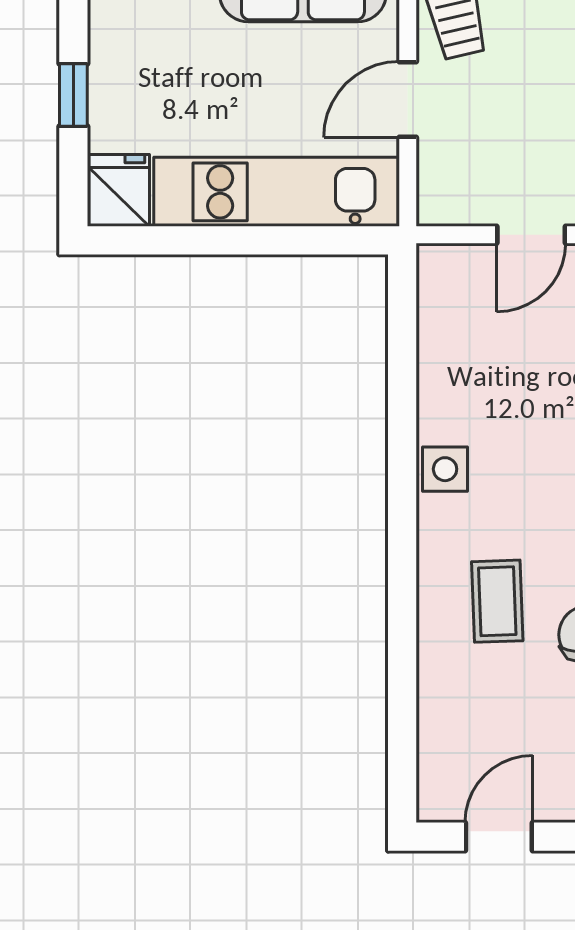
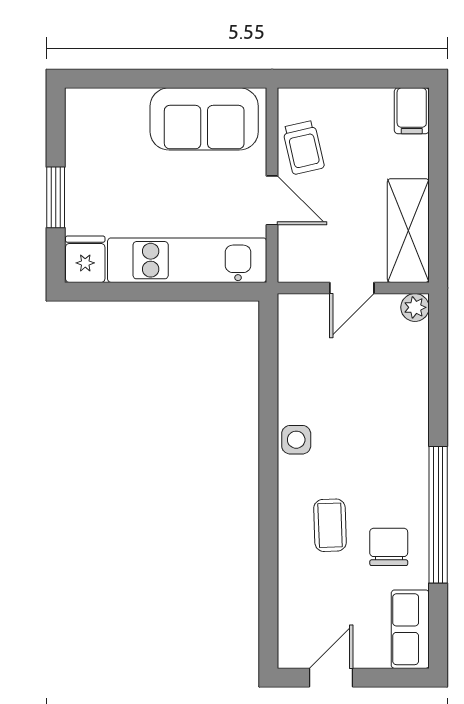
window: (73, 95) -> (56, 197), width x1.50
door: (408, 99) -> (272, 200), swing flipped

